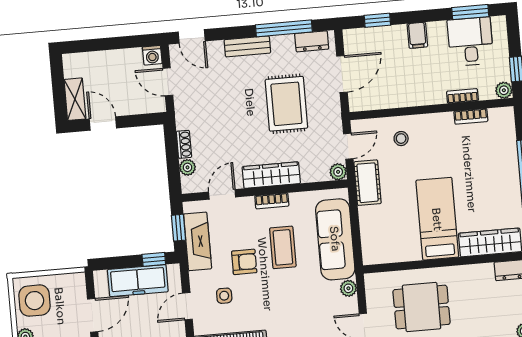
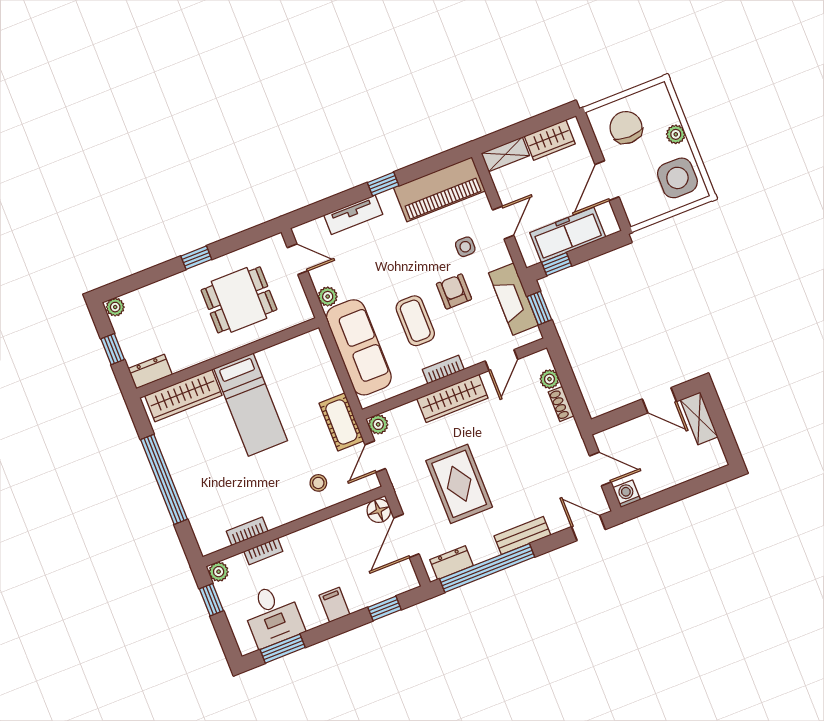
window: (284, 28) -> (487, 568), width x1.46
floor lamp: (358, 101) -> (379, 511), added
armchair: (244, 262) -> (454, 291), turned 90

